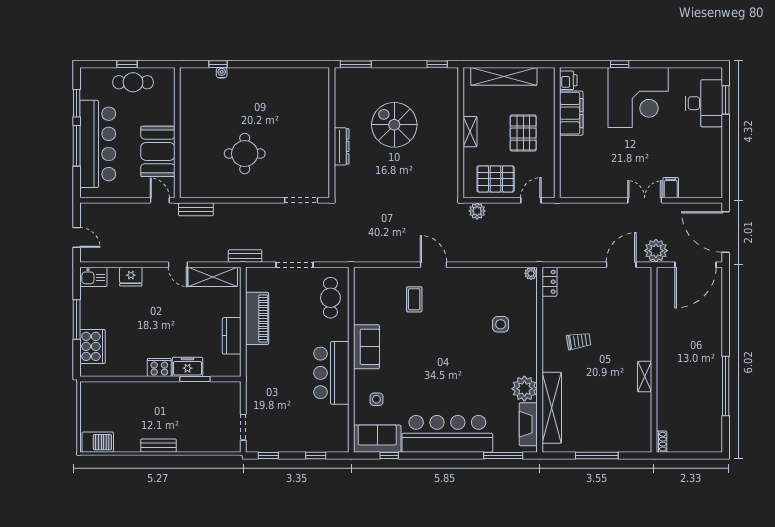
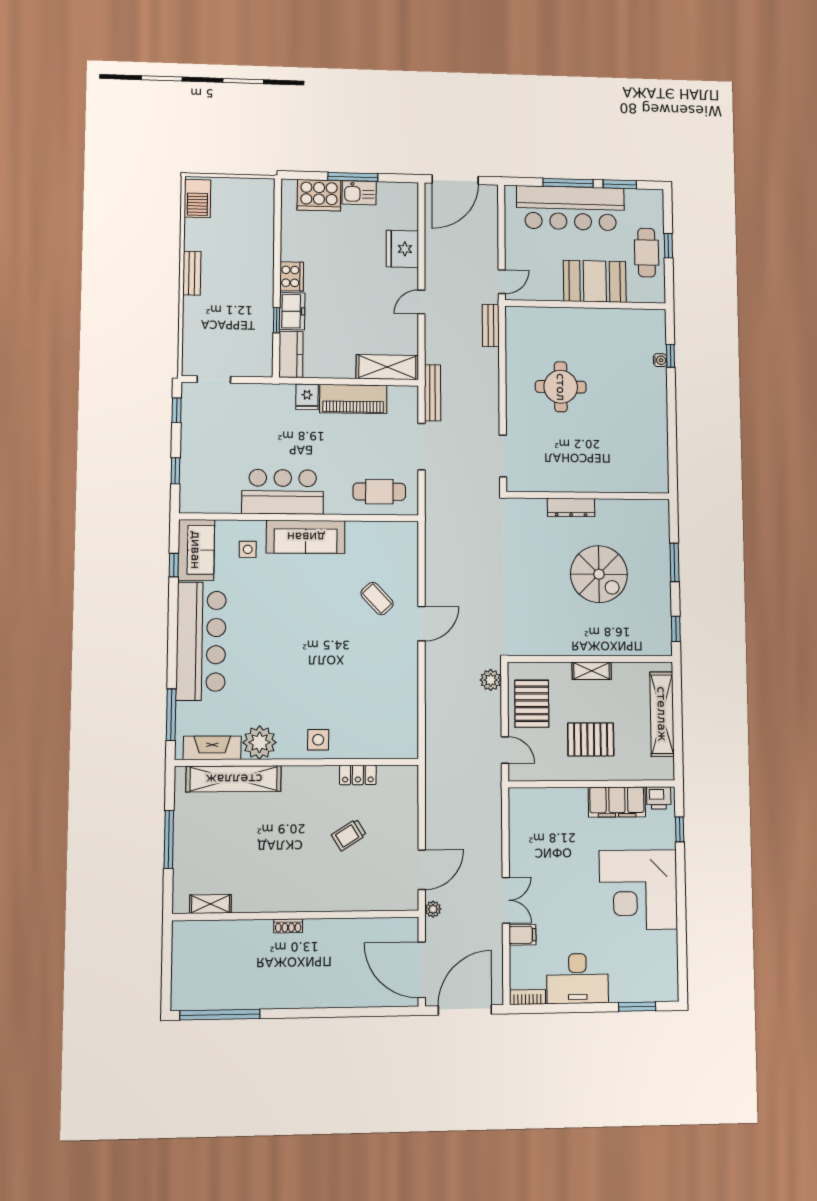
window: (356, 64) -> (674, 562), moved
window: (620, 64) -> (680, 829), moved
desk: (704, 103) -> (578, 978), moved
spiral stairs: (394, 125) -> (599, 574), turned 90
booth: (158, 151) -> (595, 281), moved
bookcase: (717, 184) -> (528, 997), added
door: (77, 237) -> (455, 180), width x1.88
plant: (656, 251) -> (433, 909), width x0.53, depth x0.53
bench: (245, 256) -> (433, 393), width x1.36
door: (621, 265) -> (422, 870), hinge flipped
plant: (531, 273) -> (410, 750), removed
kitchen sink: (93, 277) -> (359, 193), moved, turned -90
fridge: (131, 277) -> (402, 249), width x1.36, depth x1.34
shelving: (213, 277) -> (387, 367), moved, turned 90
locker: (549, 282) -> (358, 775), moved
coffee table: (414, 299) -> (377, 599), turned 47
side table: (501, 324) -> (318, 740), moved
kitchen counter: (232, 336) -> (291, 354), moved, turned 90
trolley: (579, 341) -> (349, 835), moved, turned 67
sofa: (366, 347) -> (306, 537), width x1.36
fridge: (256, 355) -> (307, 397), added
shelving: (645, 377) -> (210, 904), moved
window: (195, 379) -> (276, 320), width x0.67
window: (726, 386) -> (220, 1015), moved
shoe rack: (662, 442) -> (288, 926), moved

